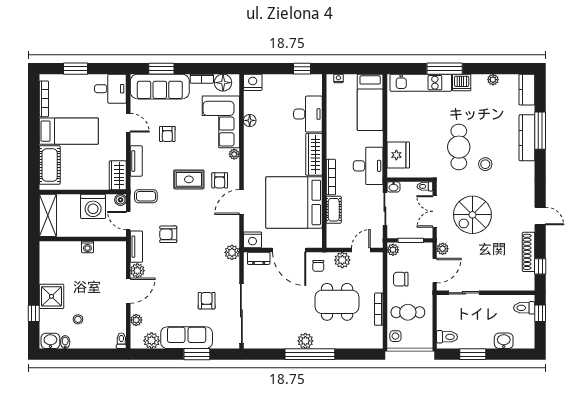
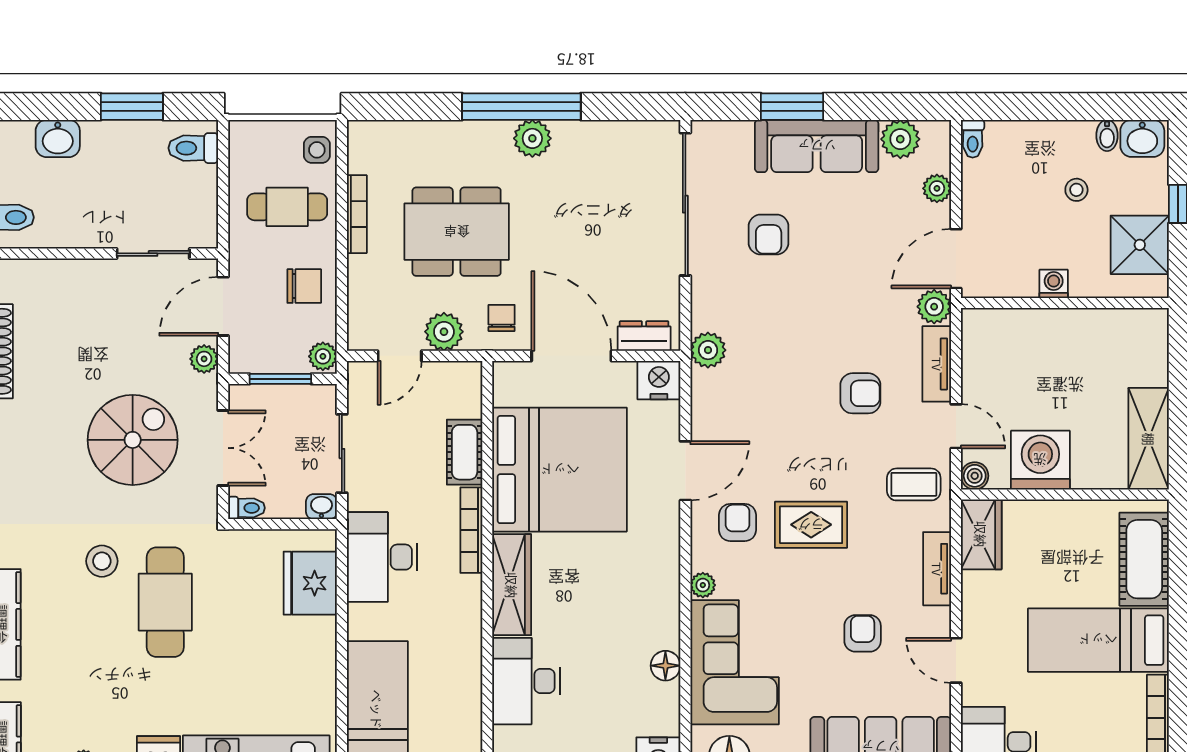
wall: (83, 239) -> (1065, 303), moved
washing machine: (87, 247) -> (1054, 284), moved

